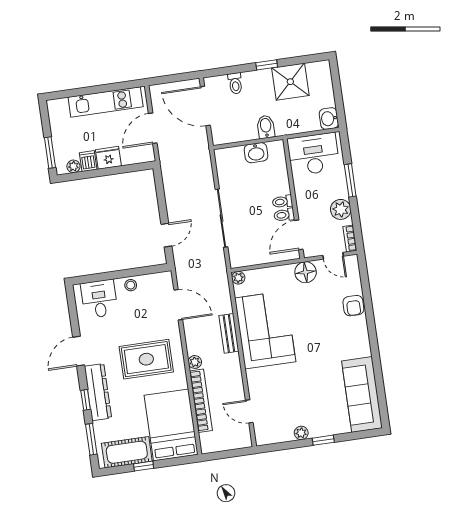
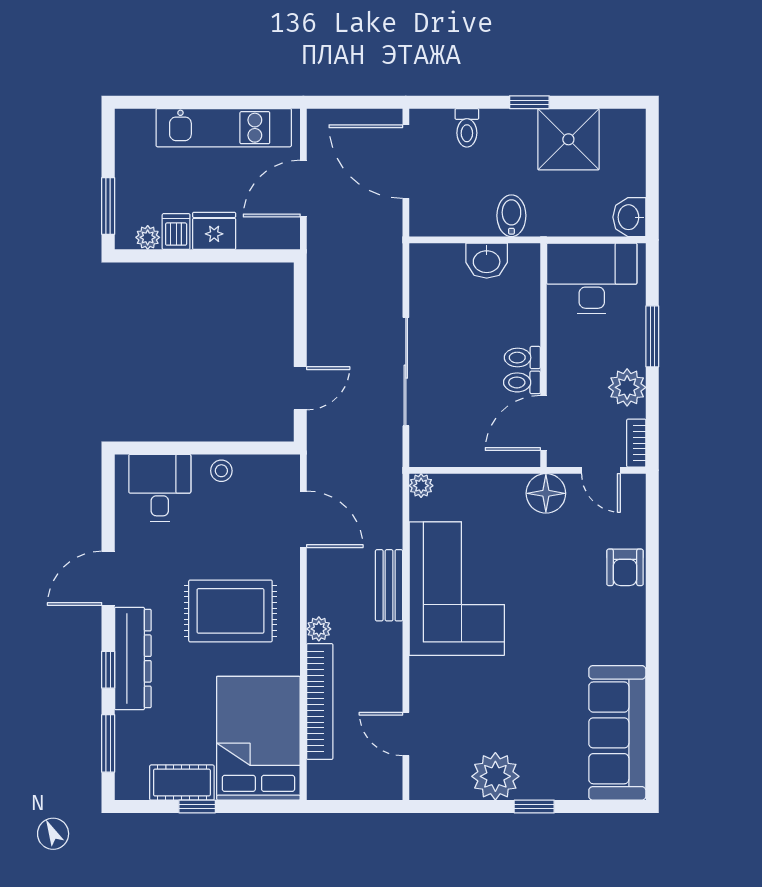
plant: (301, 433) -> (495, 776), width x1.87, depth x1.87
cot: (127, 452) -> (182, 783), width x0.73, depth x0.75

